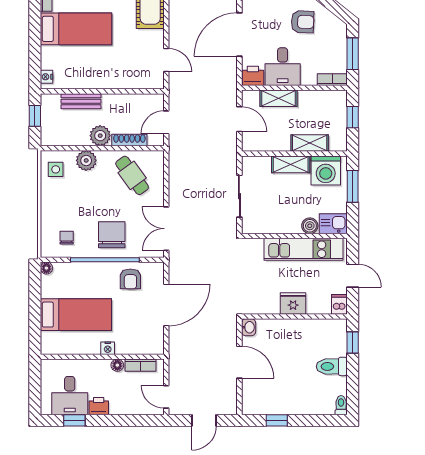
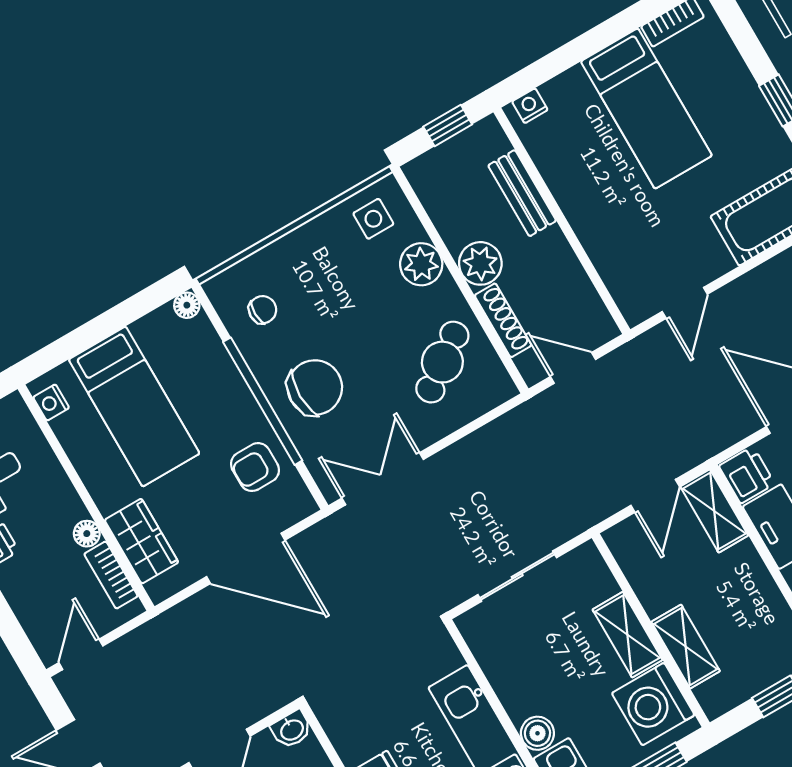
shelving: (279, 98) -> (714, 511), moved
wardrobe: (134, 344) -> (141, 541), added
nightstand: (108, 348) -> (51, 402), moved

